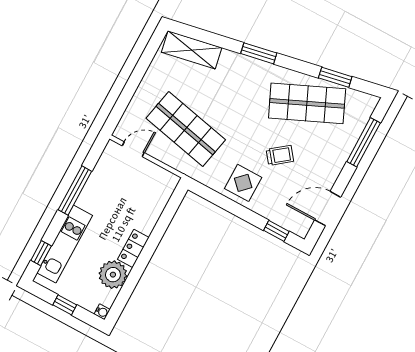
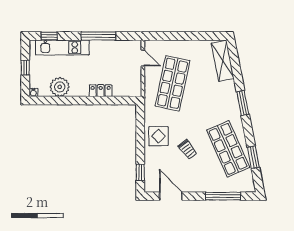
locker: (133, 248) -> (101, 91), moved

